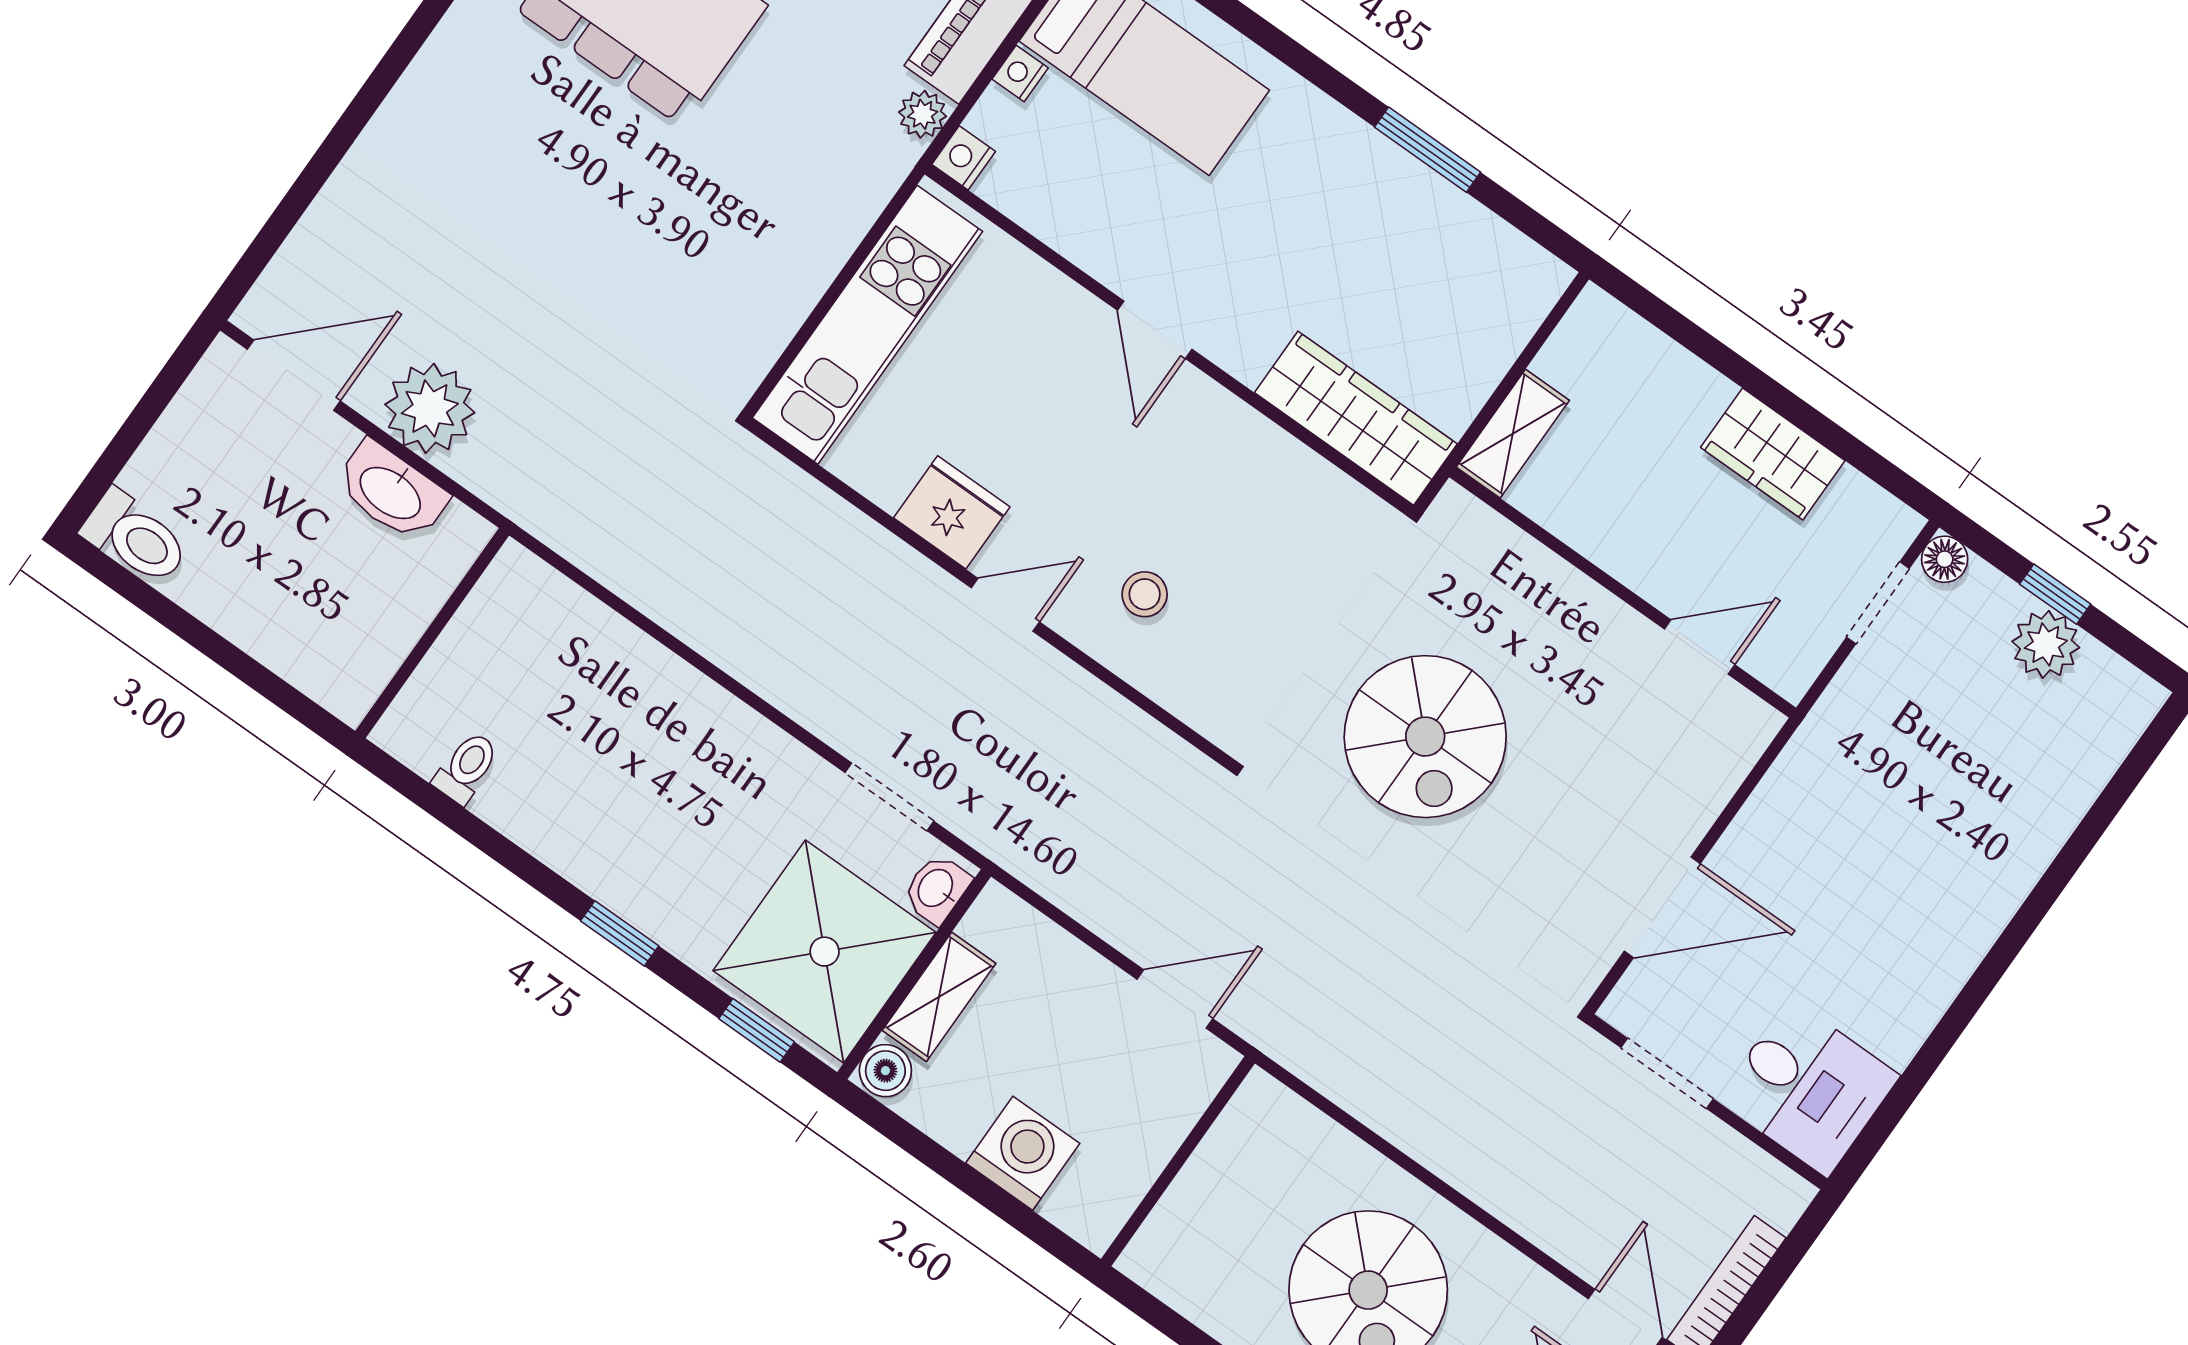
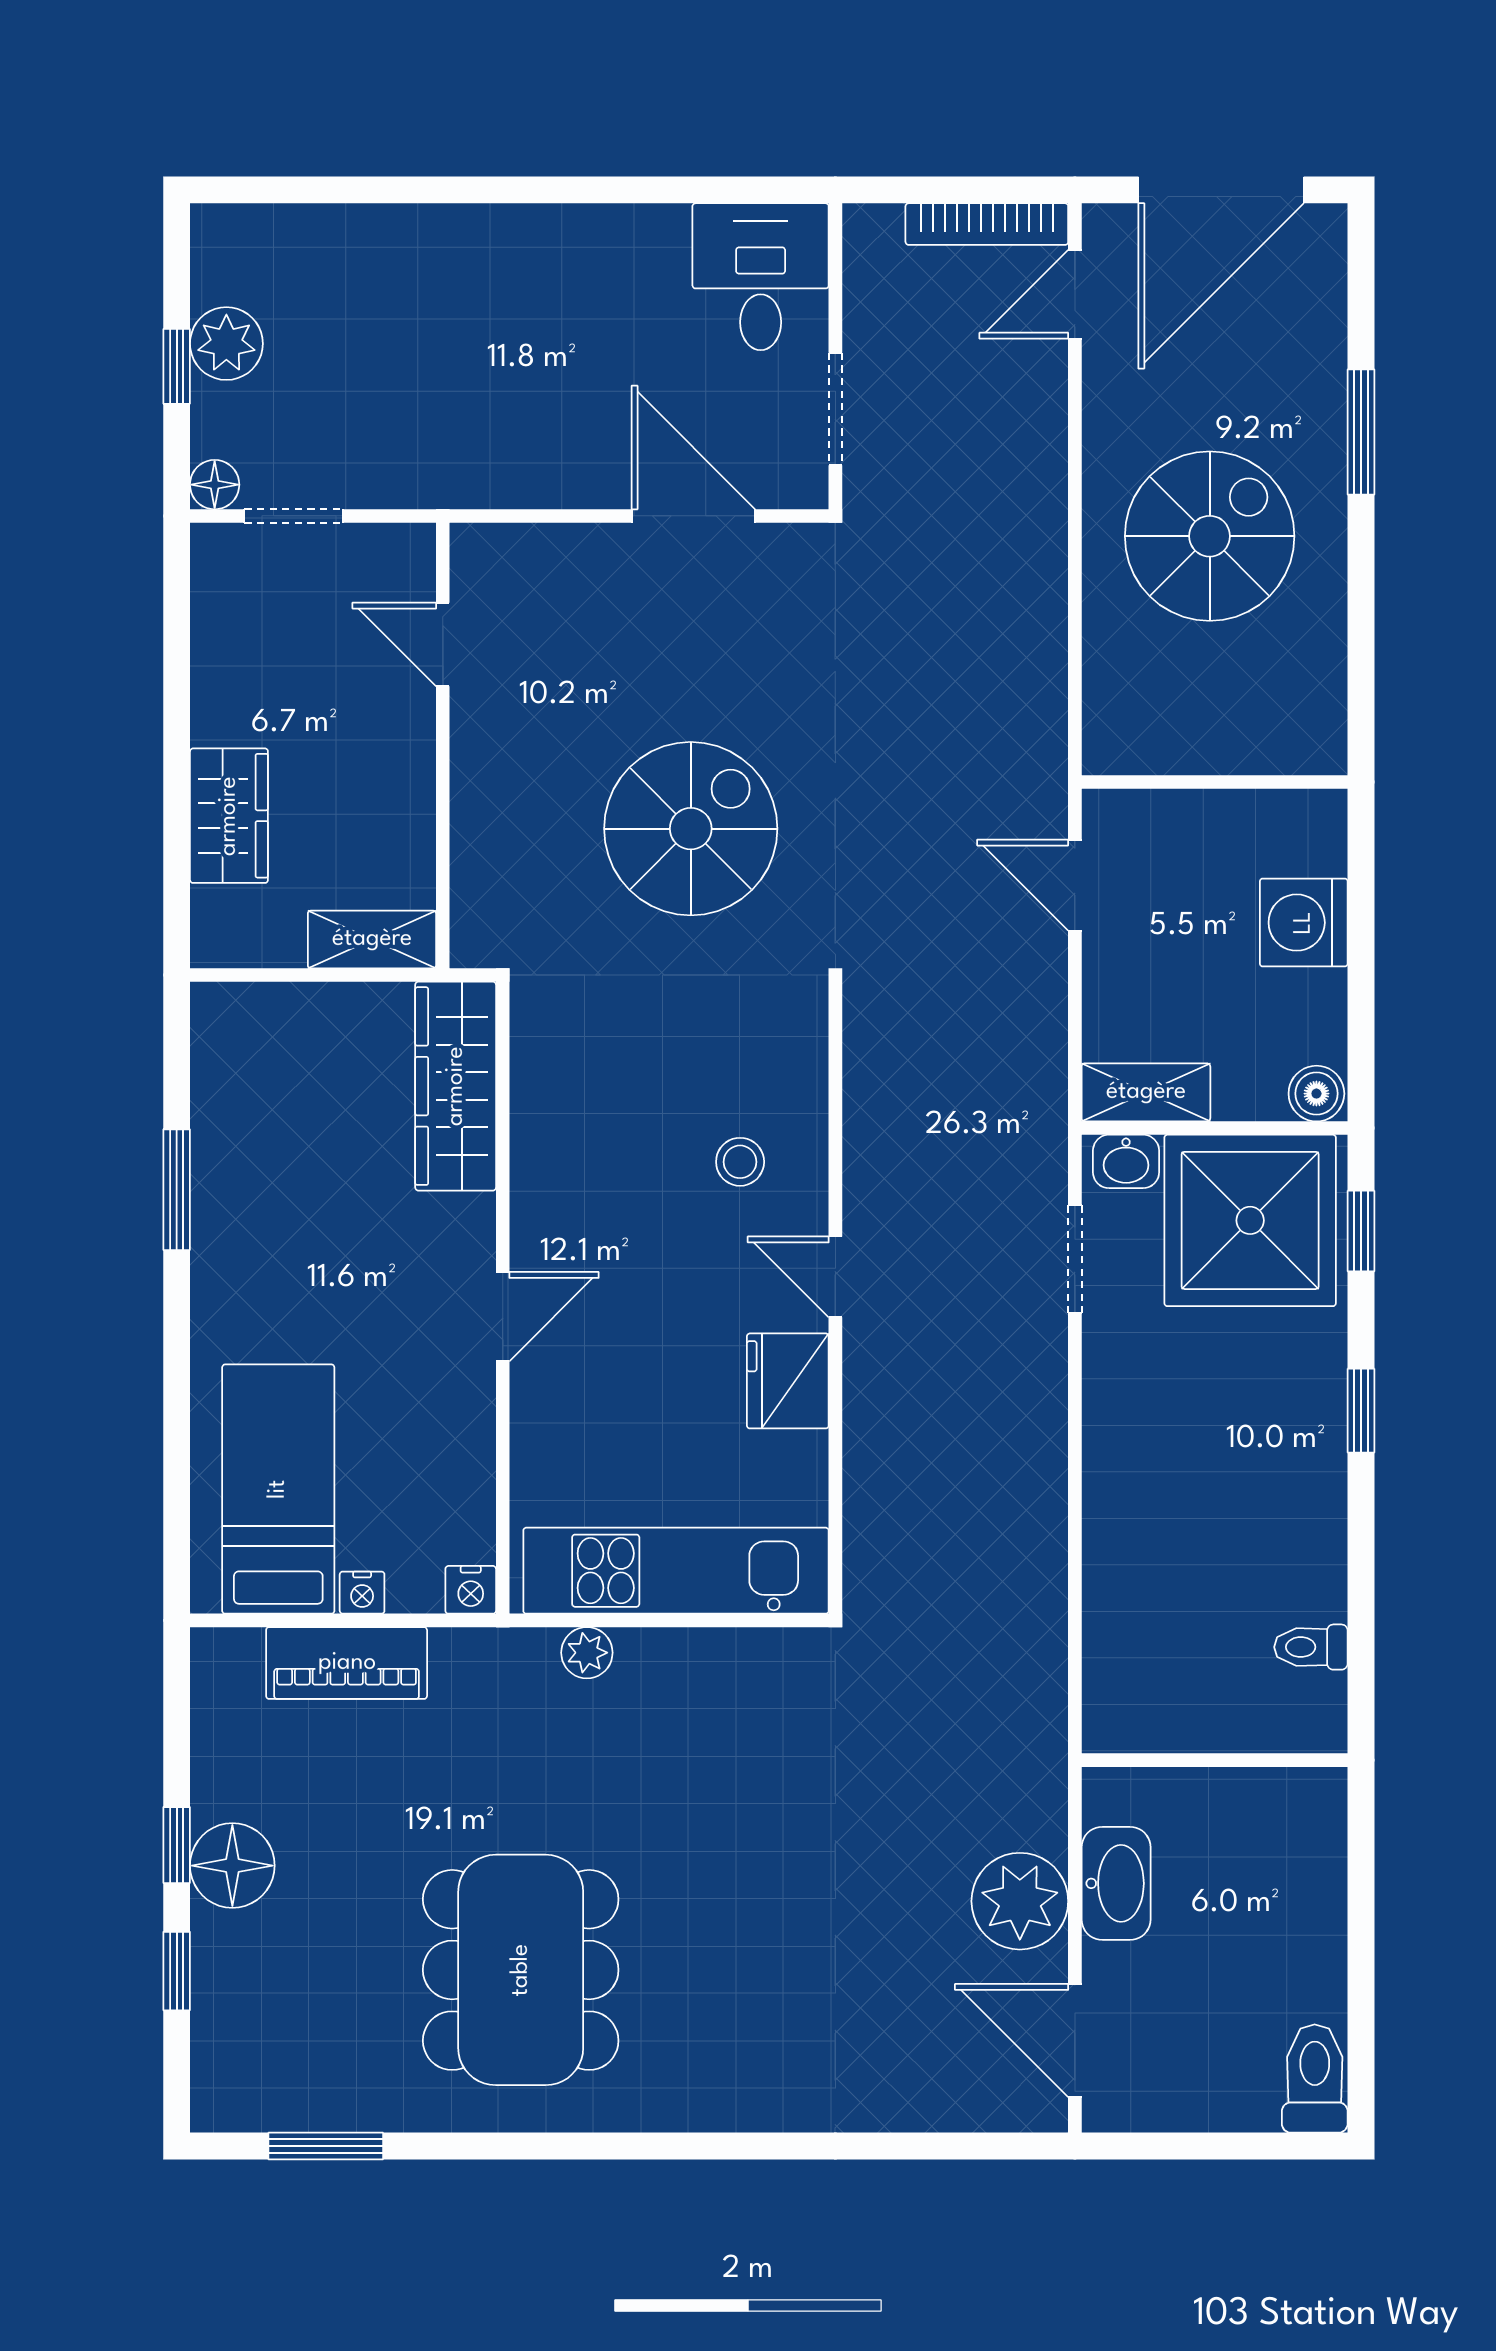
plant: (923, 114) -> (587, 1653), moved
wardrobe: (1773, 454) -> (229, 816), moved
shelving: (939, 997) -> (1146, 1092), moved

